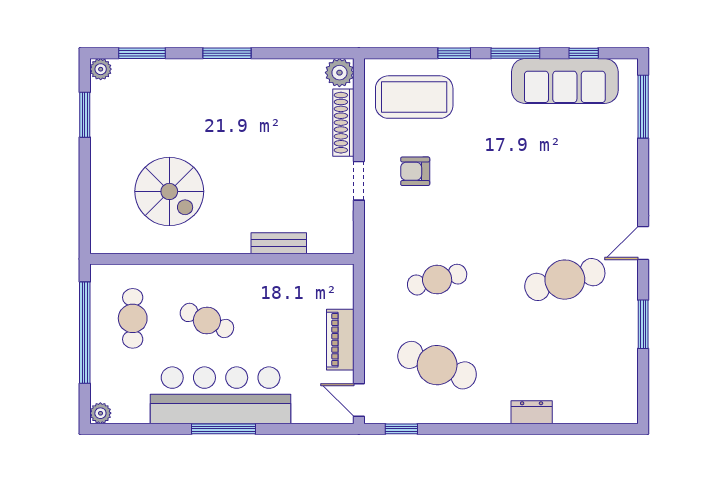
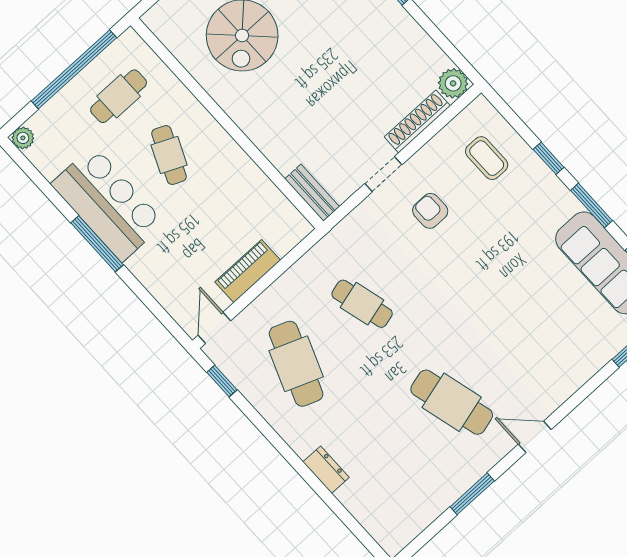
coffee table: (414, 97) -> (487, 158), width x0.54, depth x0.58
bench: (279, 243) -> (312, 193), moved
bar counter: (221, 395) -> (108, 204), width x0.73

